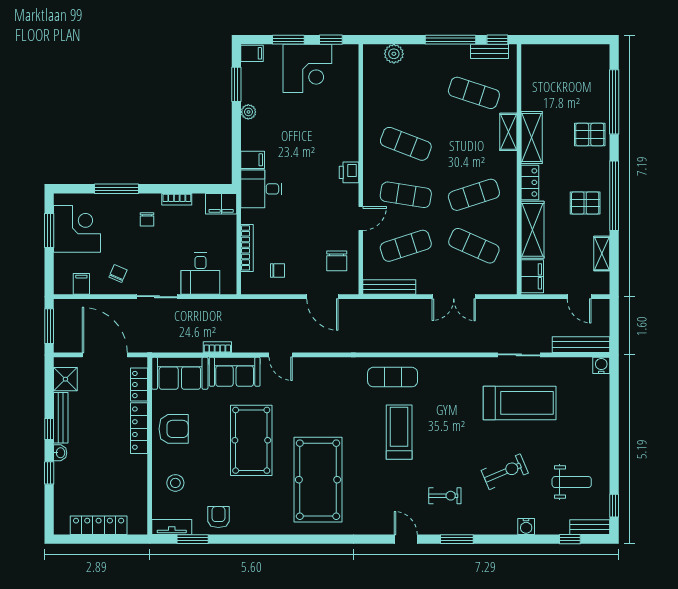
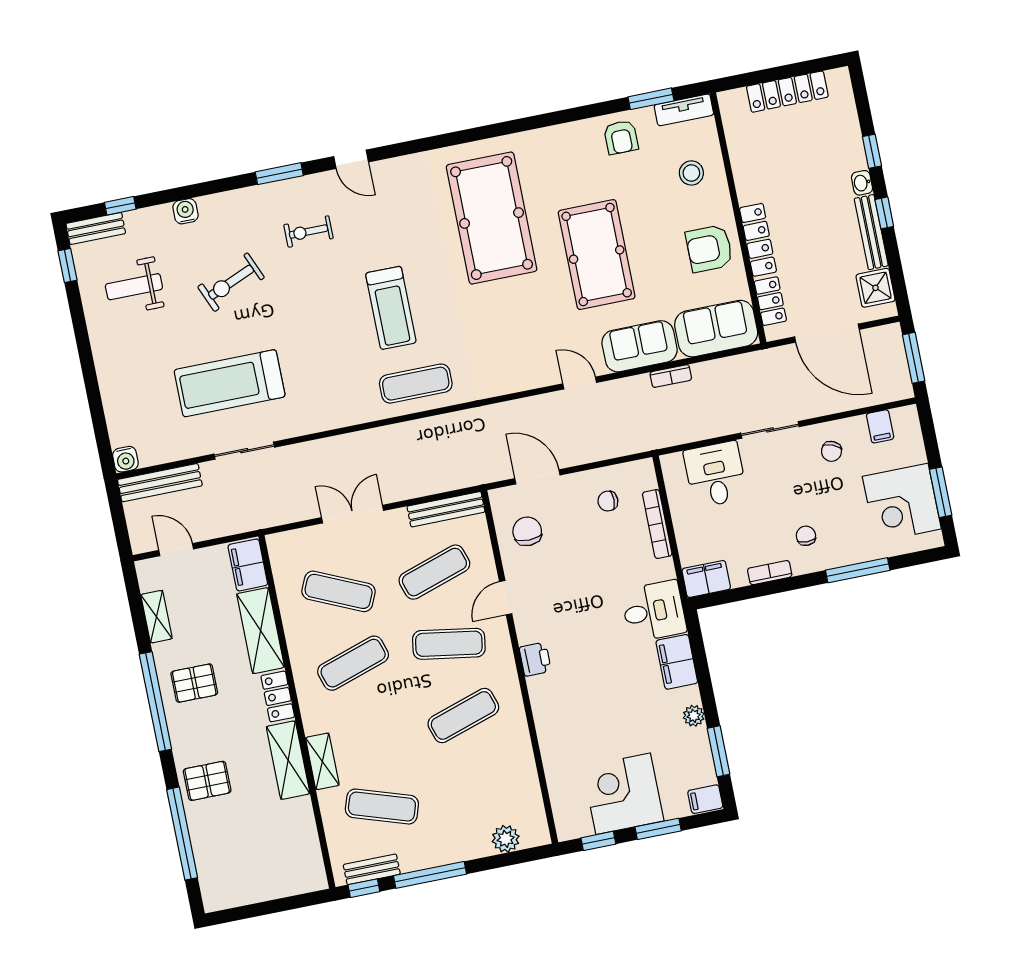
exercise mat: (406, 144) -> (463, 715), turned -39
filing cabinet: (253, 160) -> (677, 662), width x2.00

